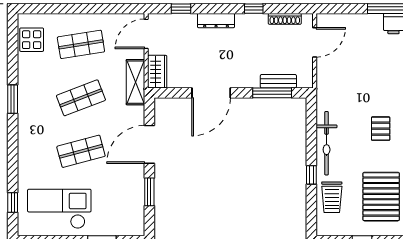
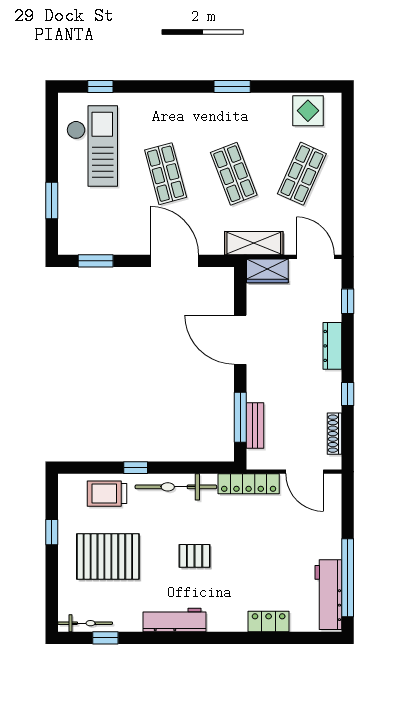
shop shelf: (81, 44) -> (302, 174), turned 33
locker: (324, 86) -> (249, 484), added
window: (149, 192) -> (96, 261), moved

